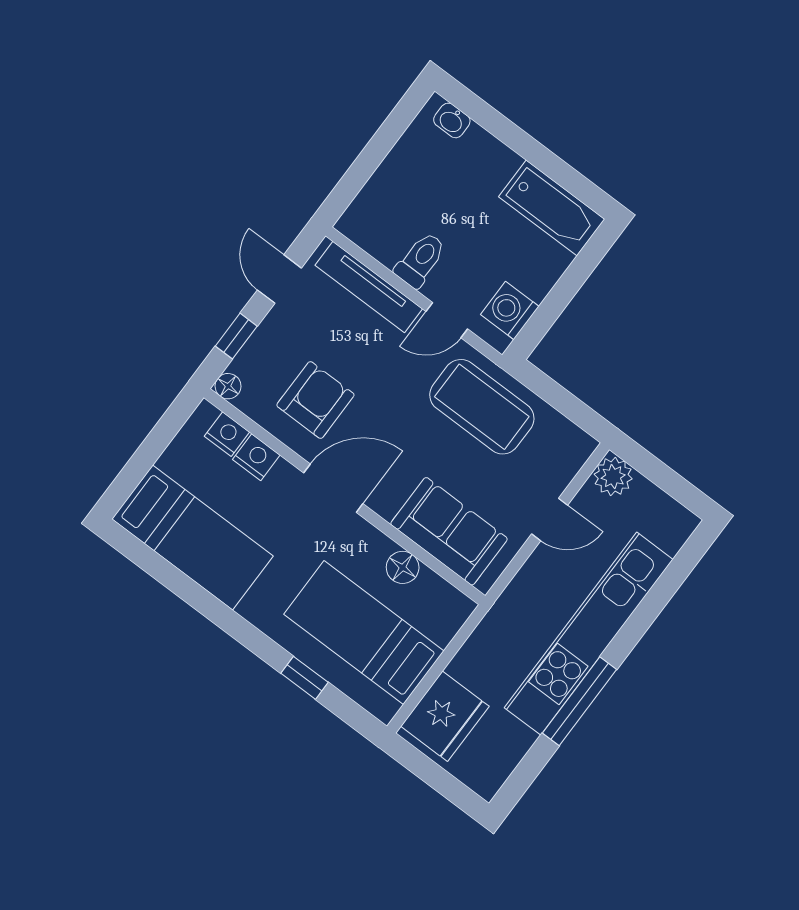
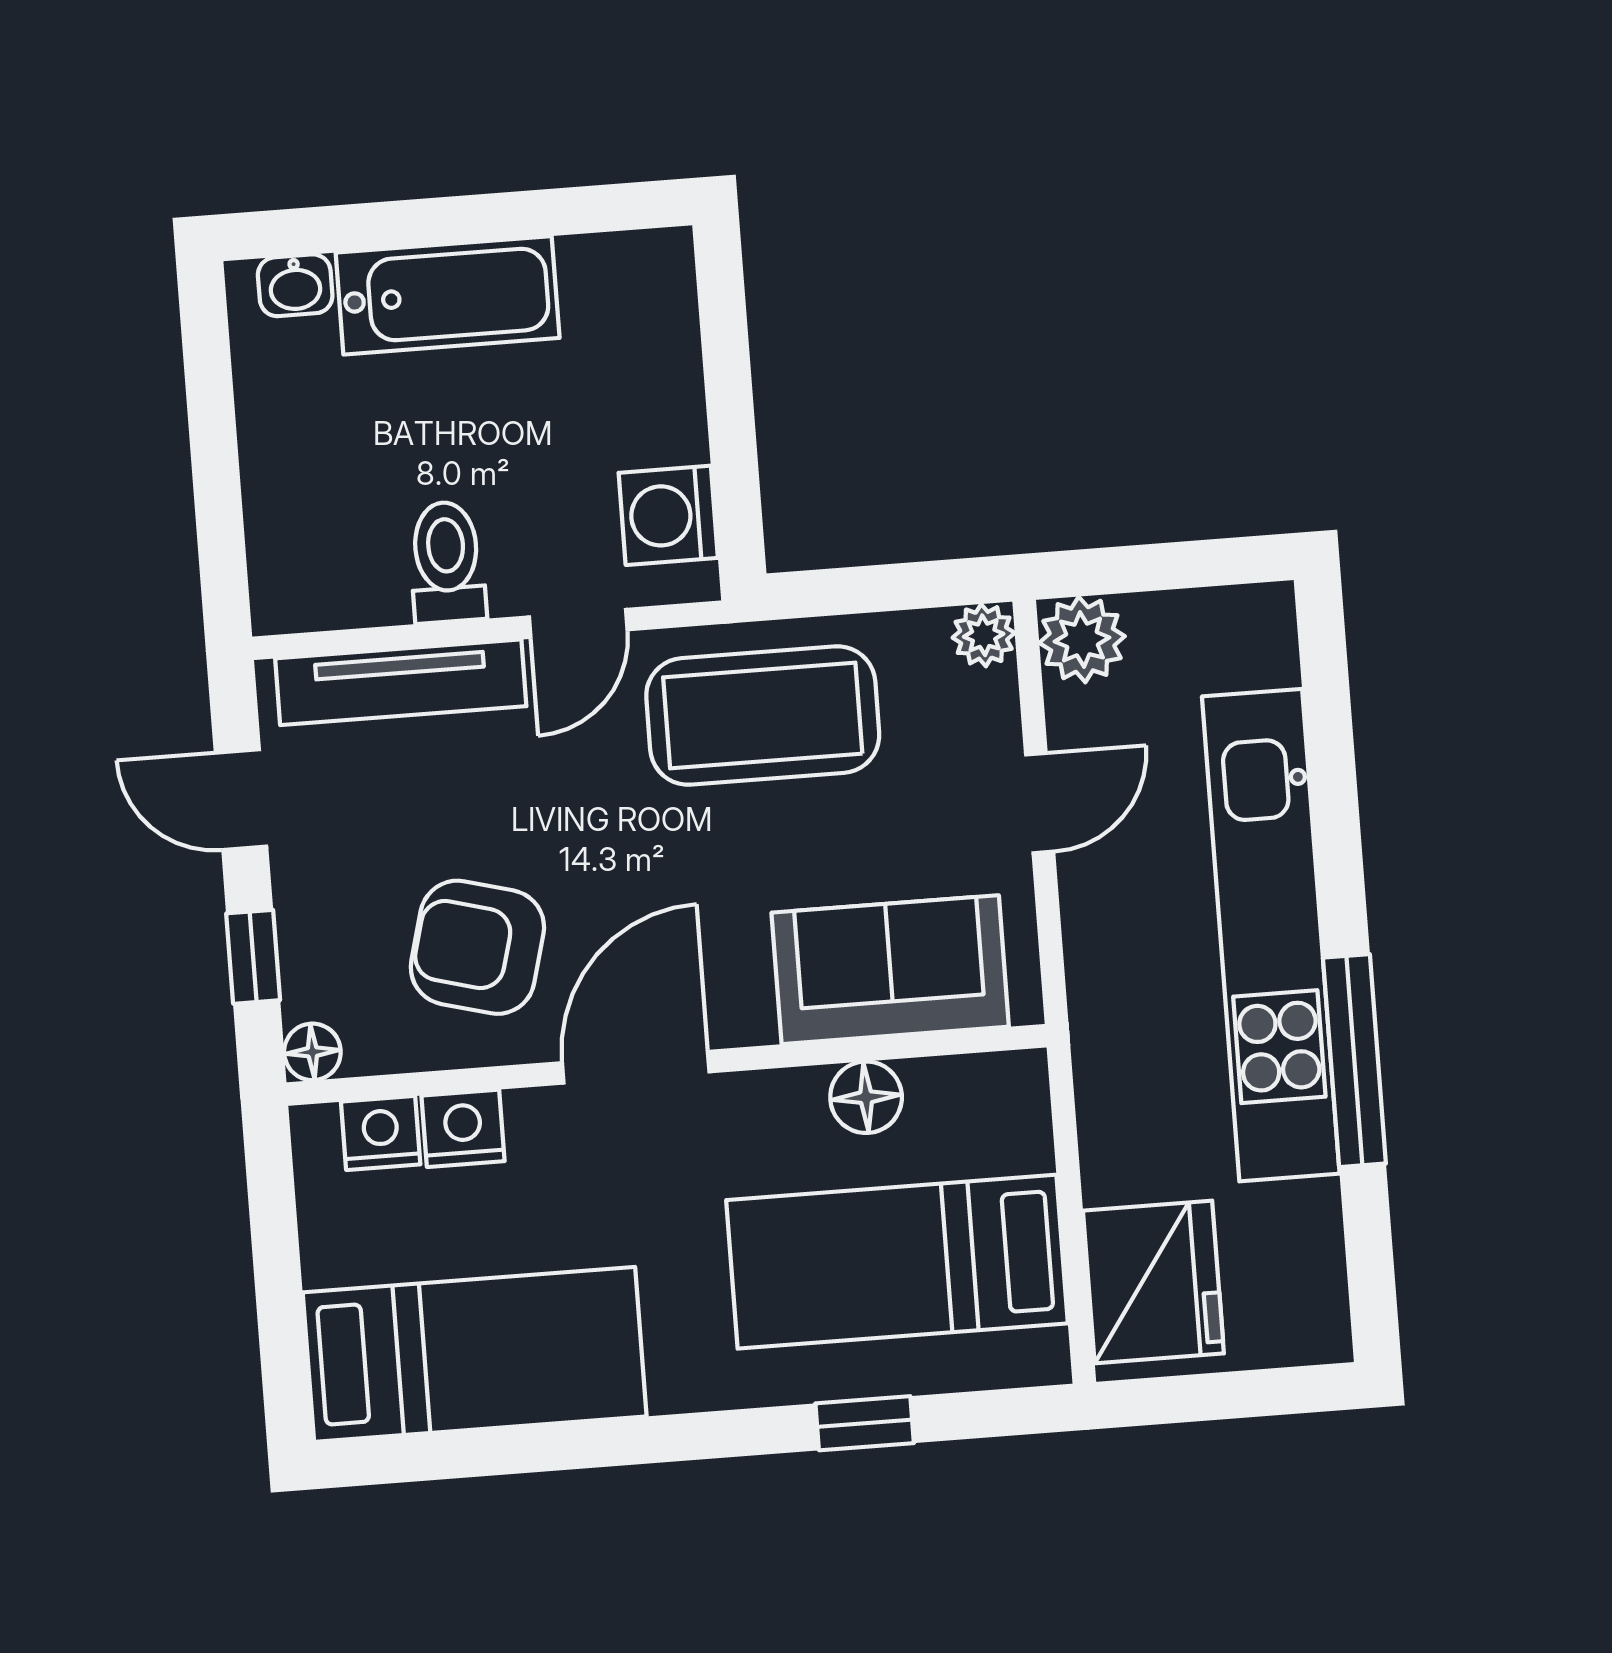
bathtub: (552, 208) -> (448, 295), moved
armchair: (315, 400) -> (477, 947), turned -75
plant: (581, 446) -> (984, 635), added

